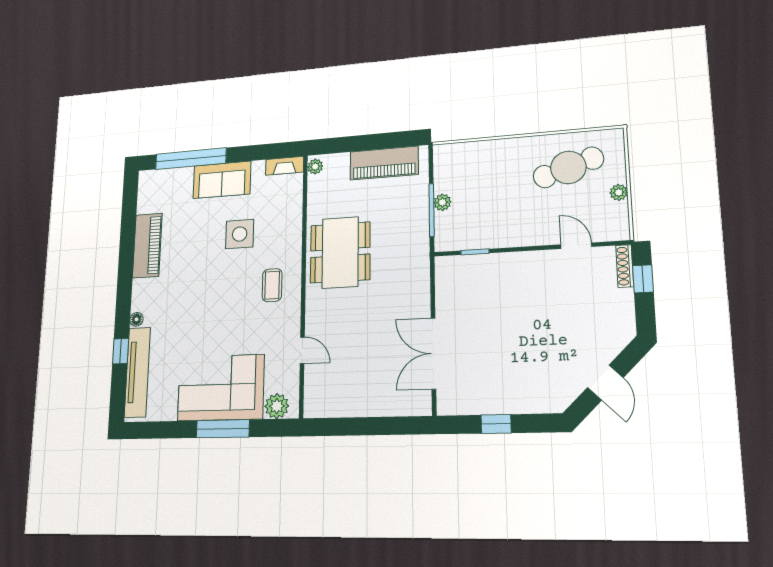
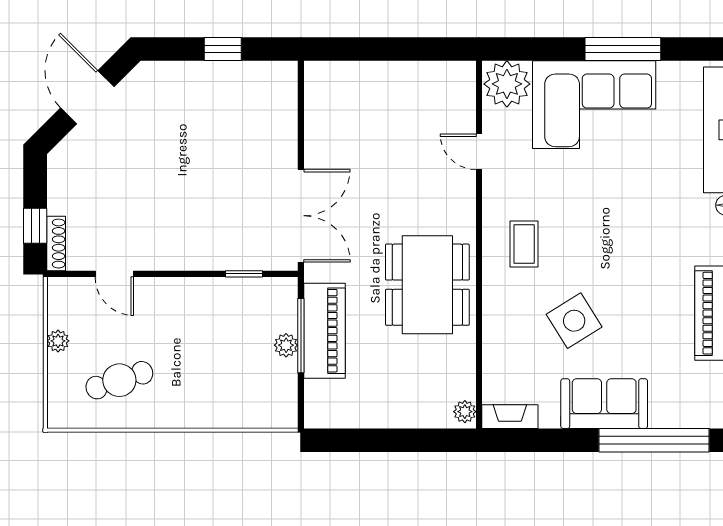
piano: (384, 163) -> (324, 331), moved, turned 90
cafe table: (568, 167) -> (119, 380), width x0.73, depth x0.74
side table: (240, 234) -> (574, 321), turned -32
double door: (433, 353) -> (301, 216), moved
door: (605, 383) -> (87, 97), width x1.38
plant: (277, 406) -> (507, 84), width x1.36, depth x1.36
window: (223, 429) -> (623, 49), moved

